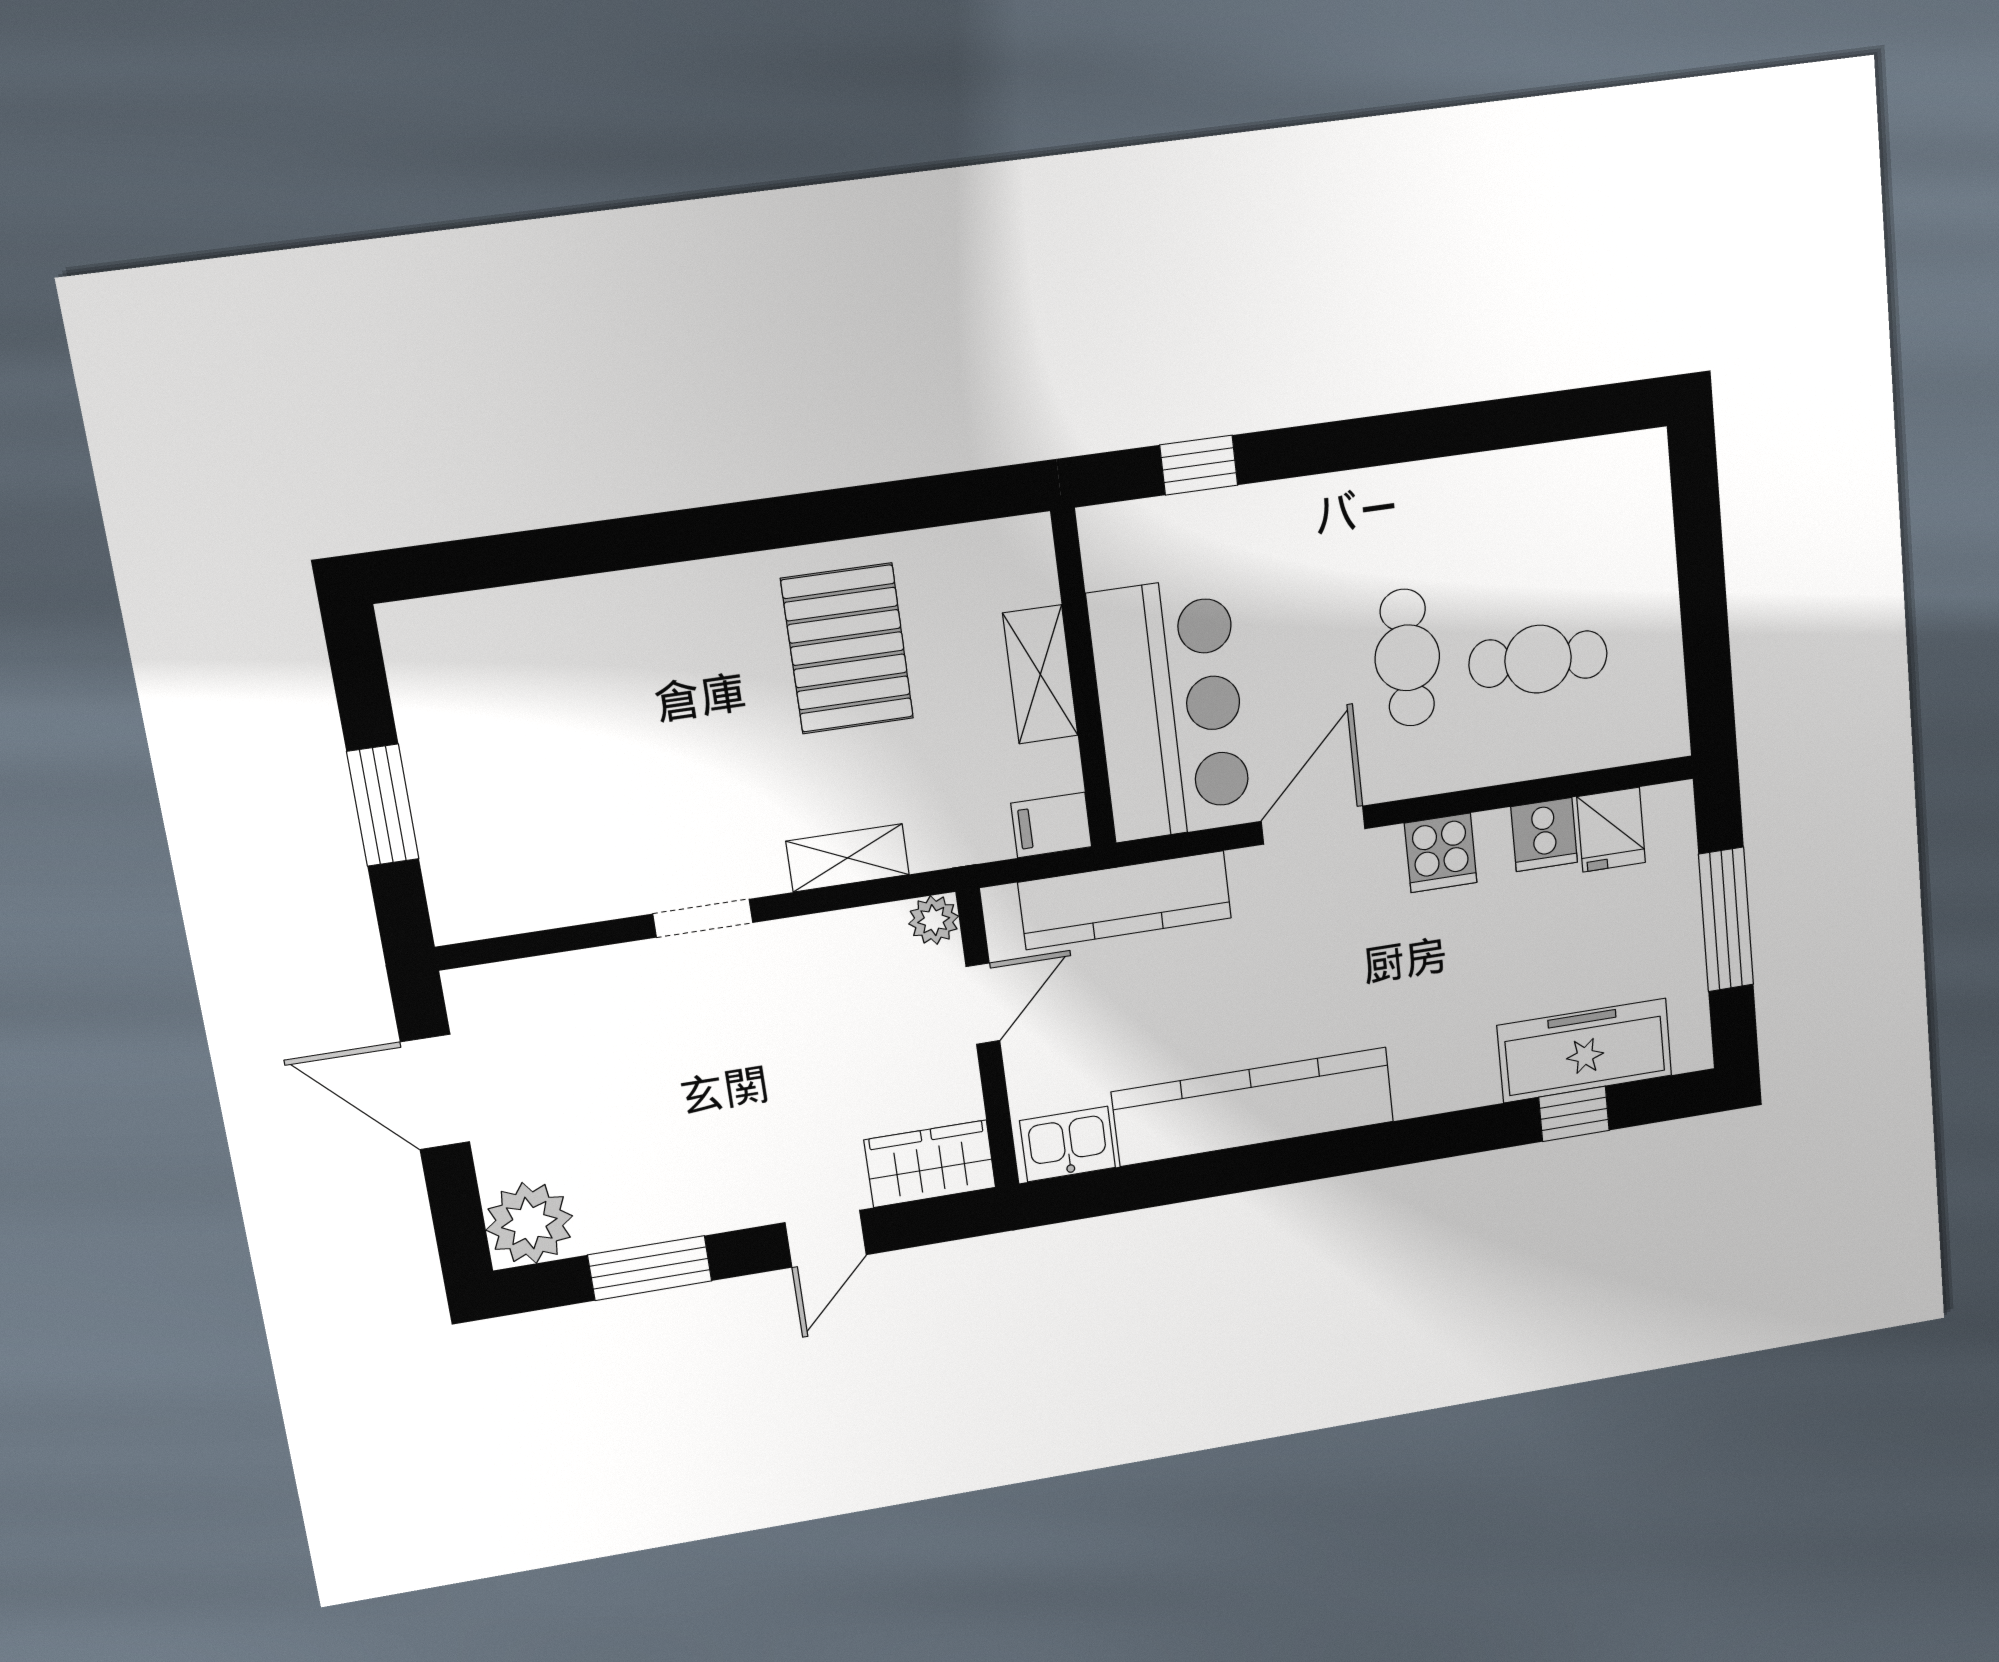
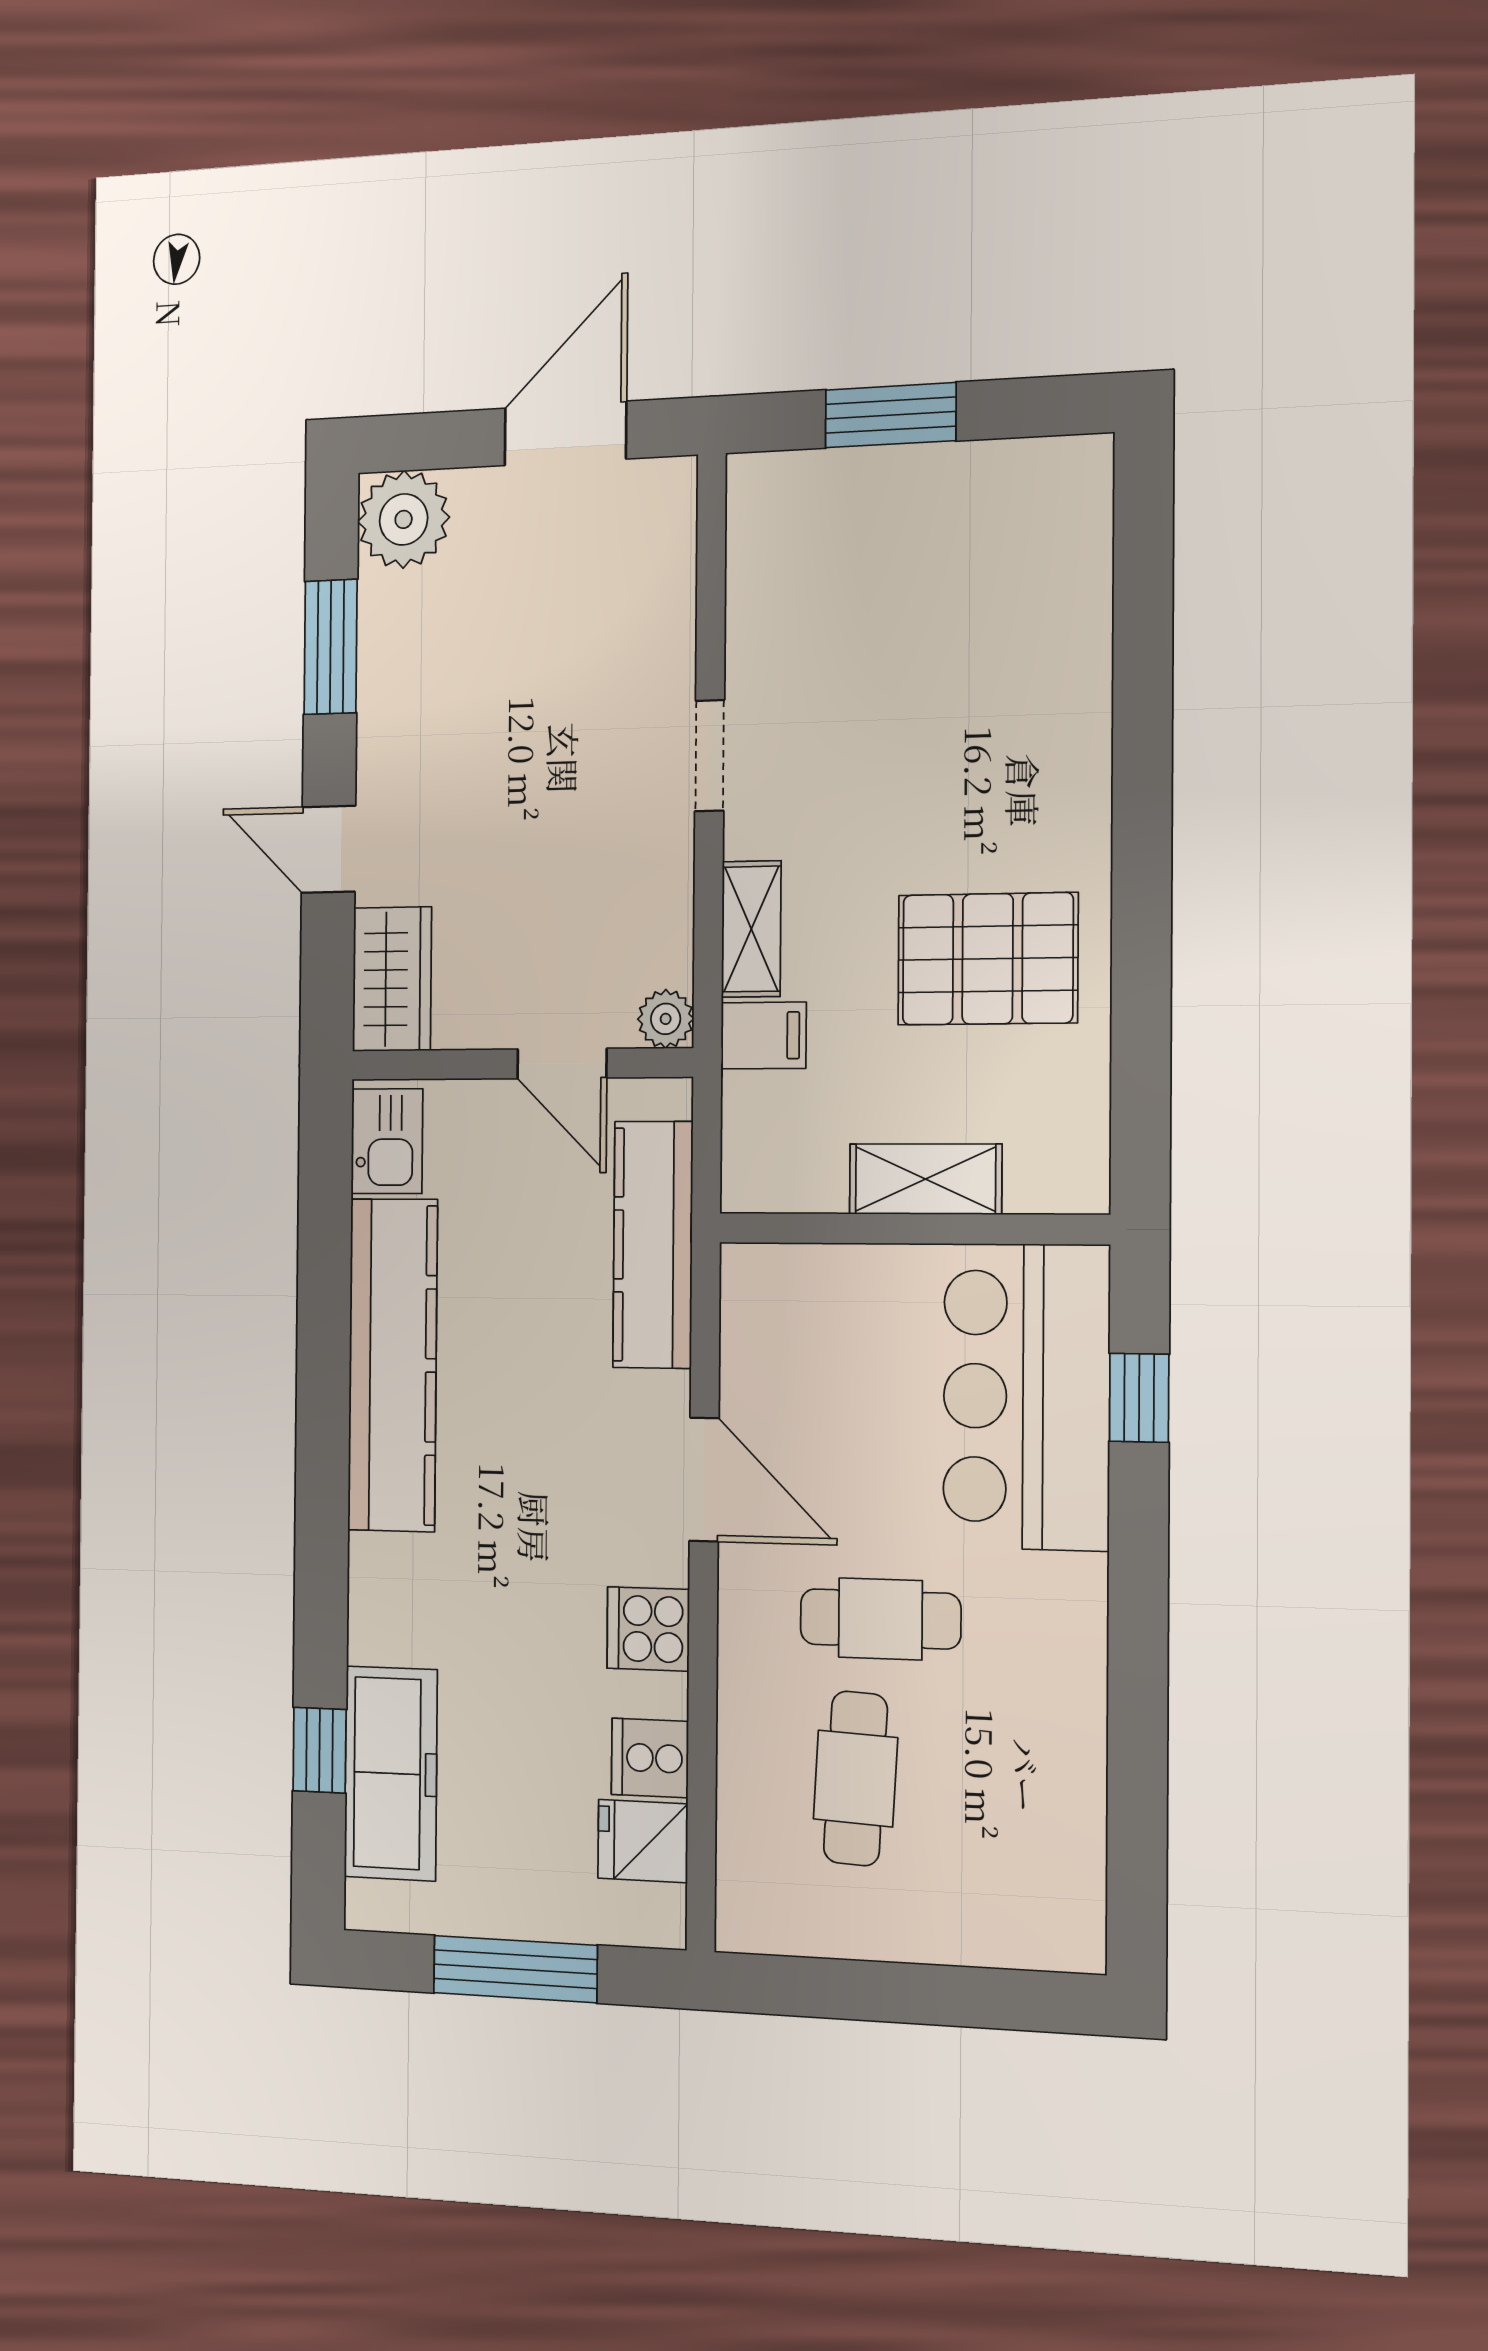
bar counter: (1170, 709) -> (1026, 1397), moved, turned 90
filing cabinet: (1051, 825) -> (764, 1036), moved, turned 90

